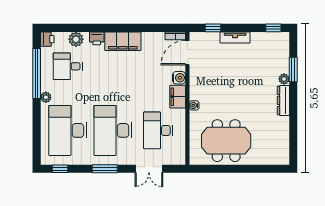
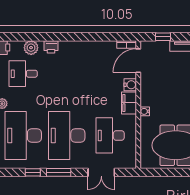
filing cabinet: (123, 41) -> (76, 50), removed
window: (60, 169) -> (33, 172), moved

